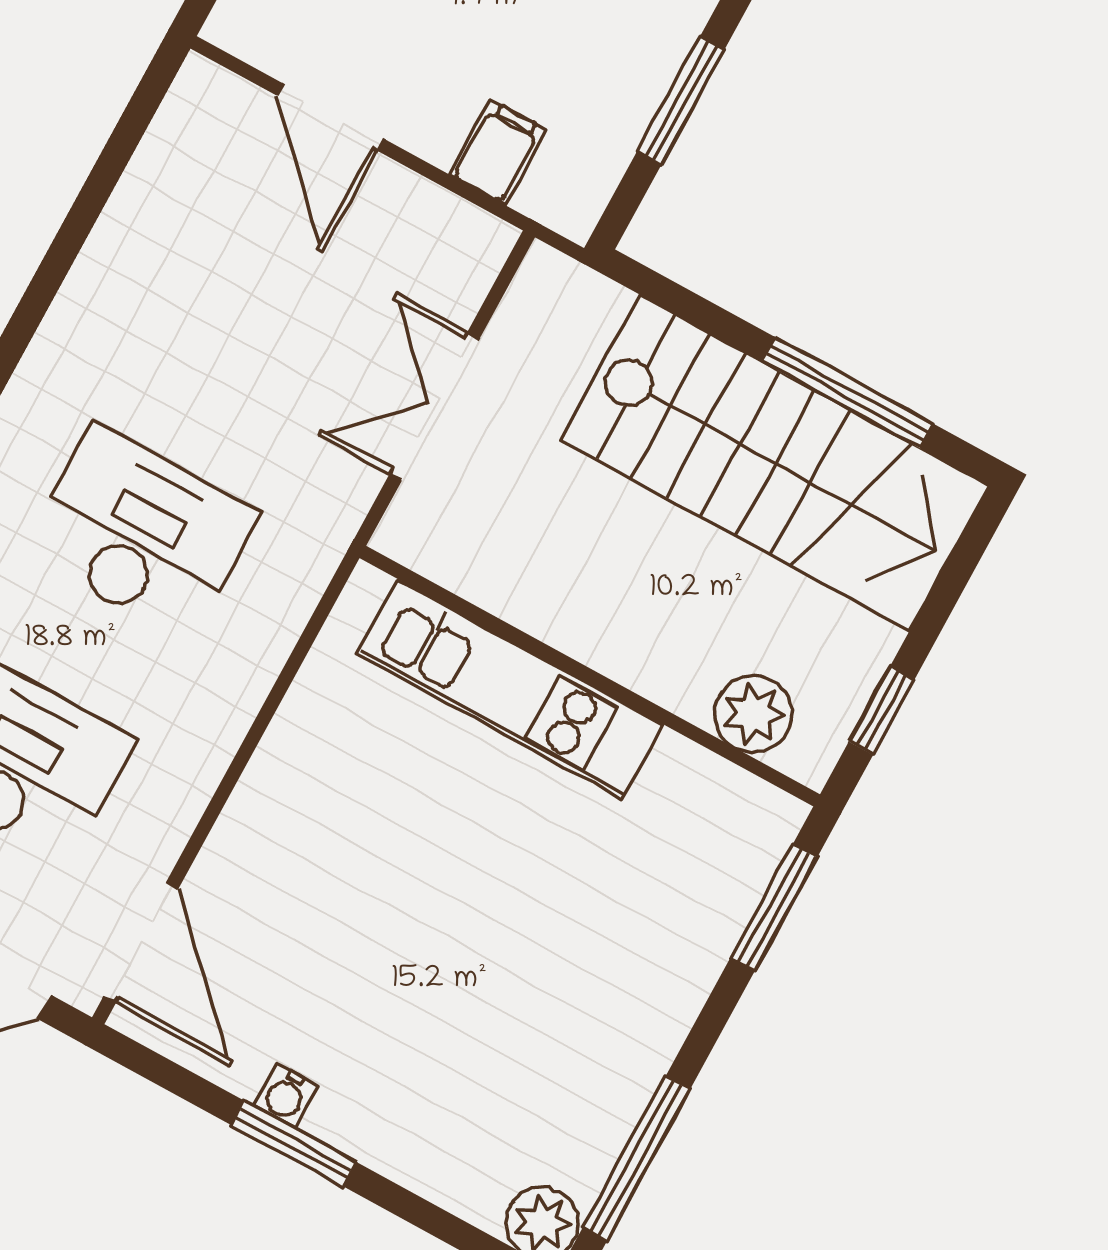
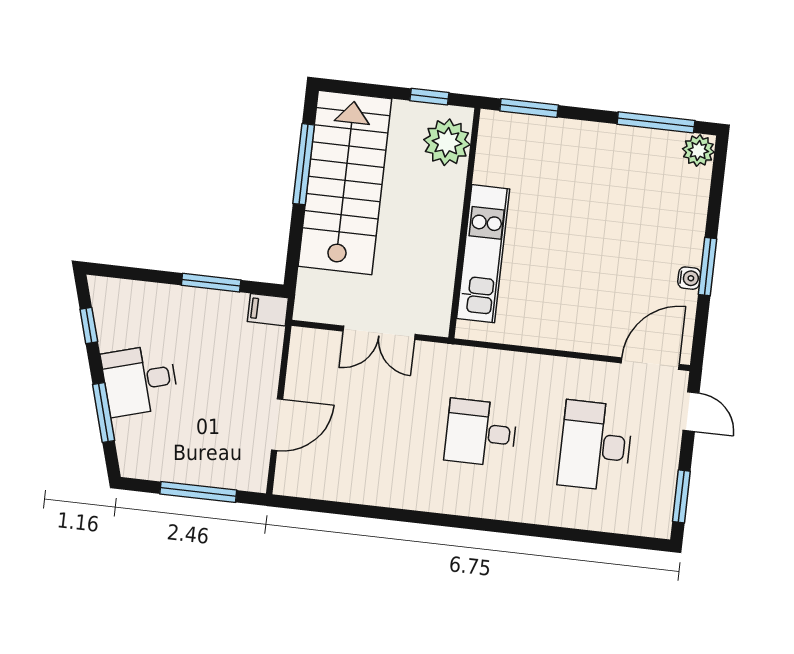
filing cabinet: (498, 152) -> (268, 310), moved
desk: (141, 533) -> (481, 433), width x0.73
plant: (753, 714) -> (447, 142), width x1.36, depth x1.36

